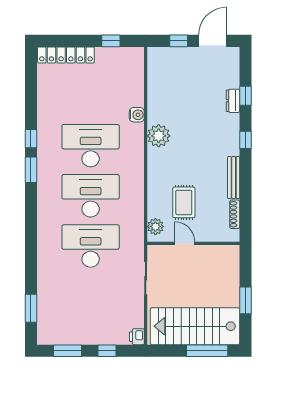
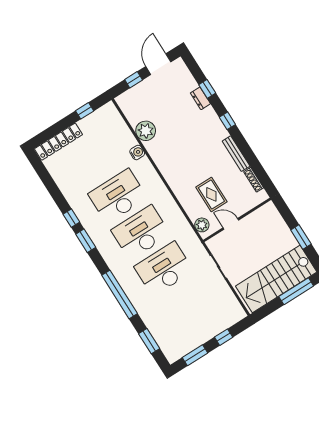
plant: (159, 136) -> (146, 131), moved
window: (31, 244) -> (120, 294), added
printer: (137, 337) -> (239, 313), removed

